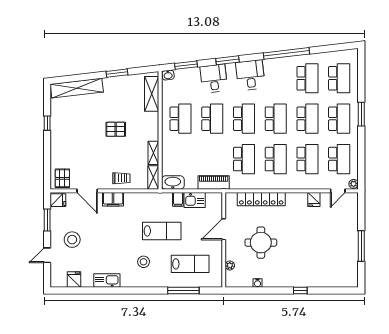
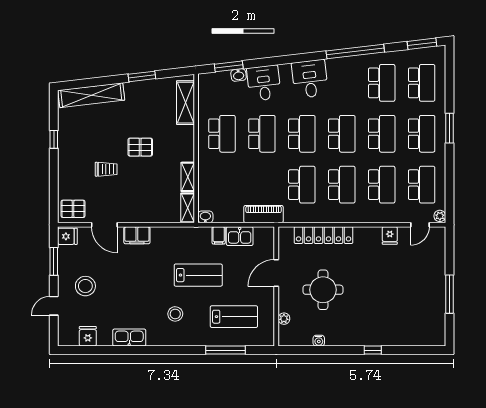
window: (228, 60) -> (422, 44), moved
washbasin: (168, 75) -> (239, 75), moved
pallet: (62, 178) -> (73, 209), turned 90
trolley: (121, 178) -> (106, 169), moved
washbasin: (173, 183) -> (205, 217), width x0.52, depth x0.69

